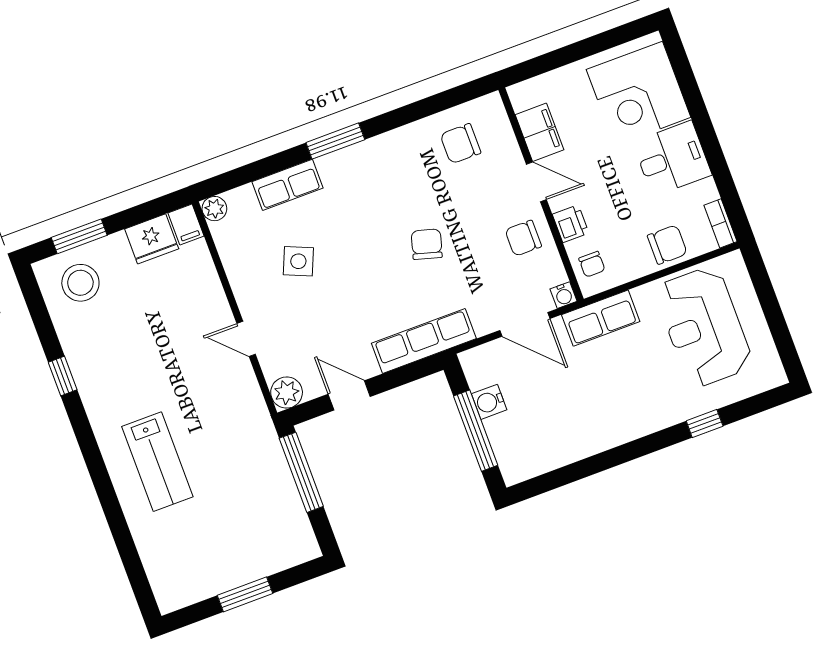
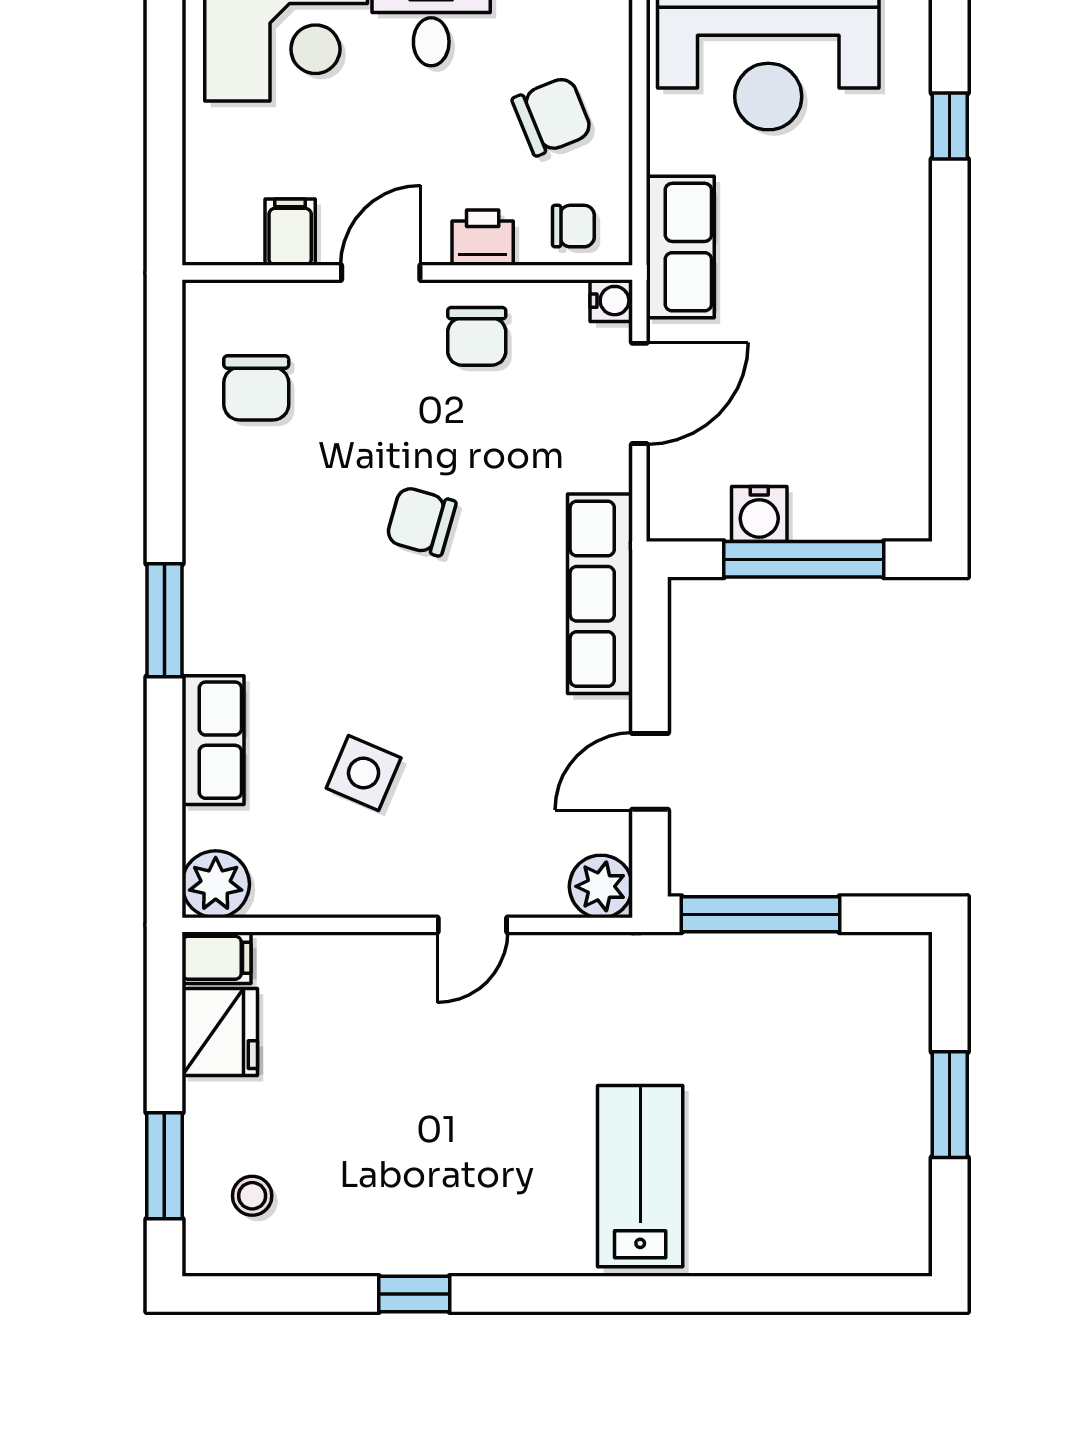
filing cabinet: (540, 132) -> (290, 232), width x0.50
plant: (214, 209) -> (216, 884), width x1.38, depth x1.38
chair: (667, 245) -> (552, 116), moved, turned 68
stool: (80, 283) -> (252, 1196), width x0.53, depth x0.53
lab bench: (157, 462) -> (640, 1176), turned -90

